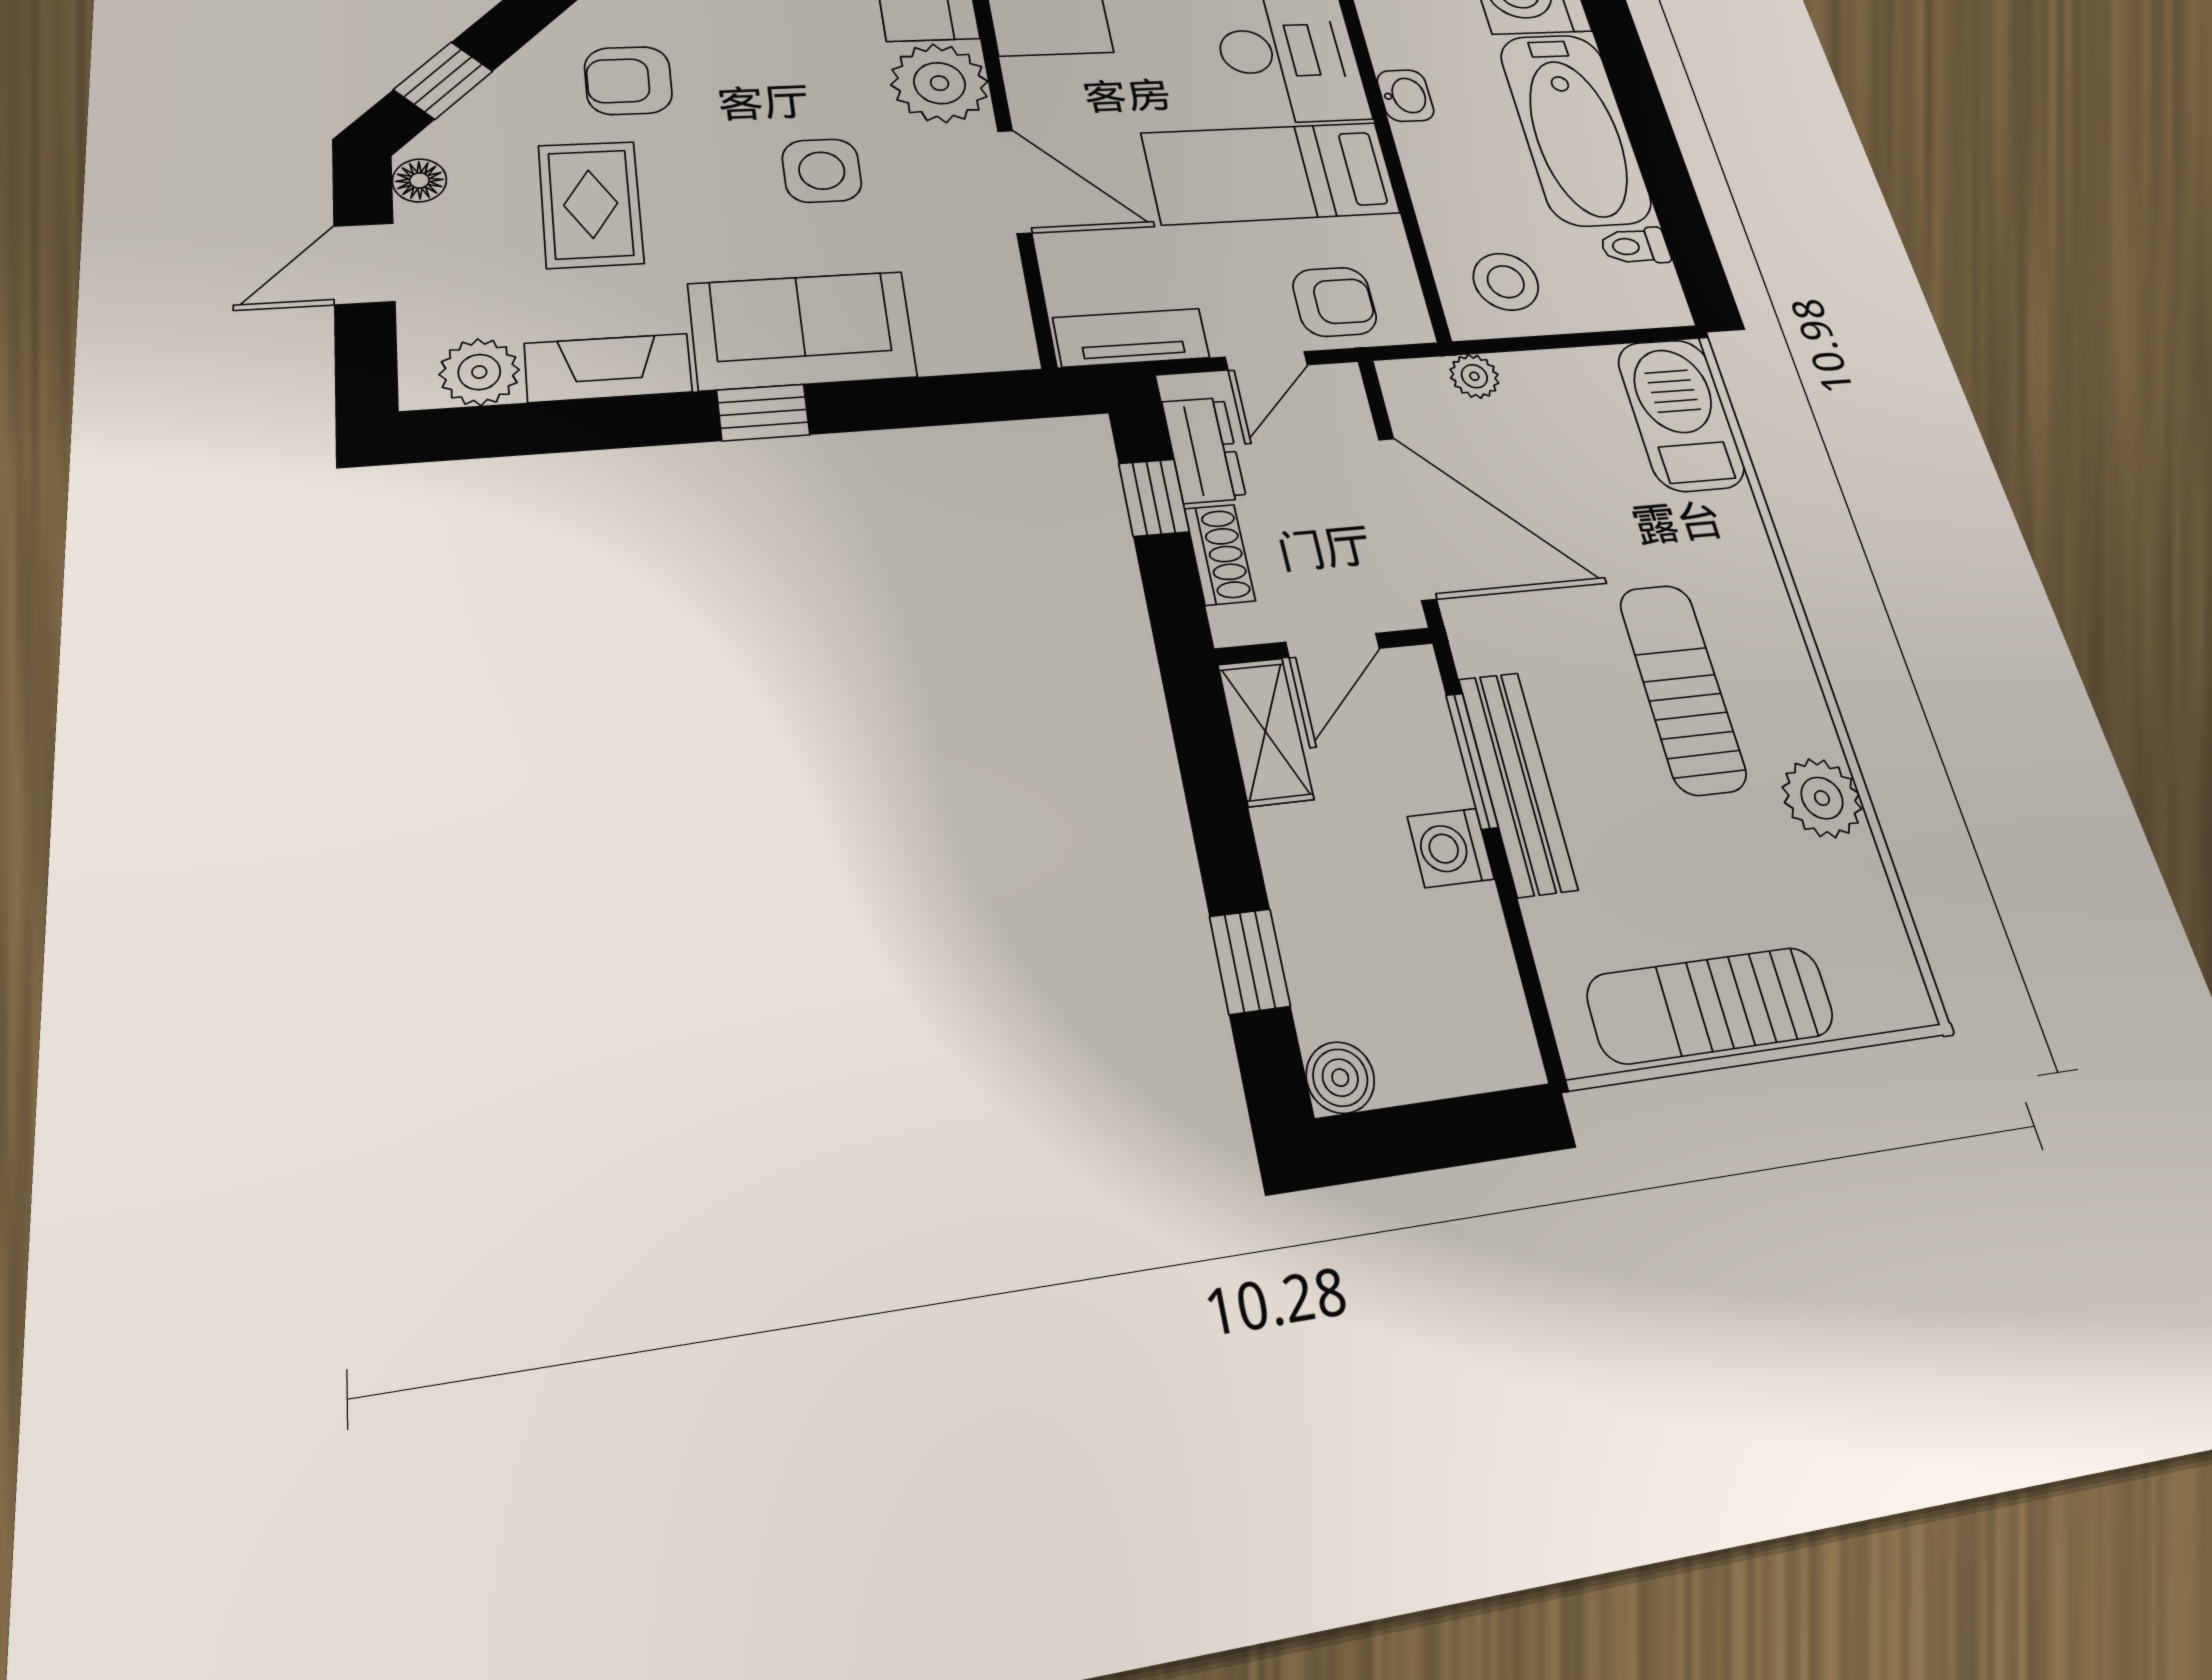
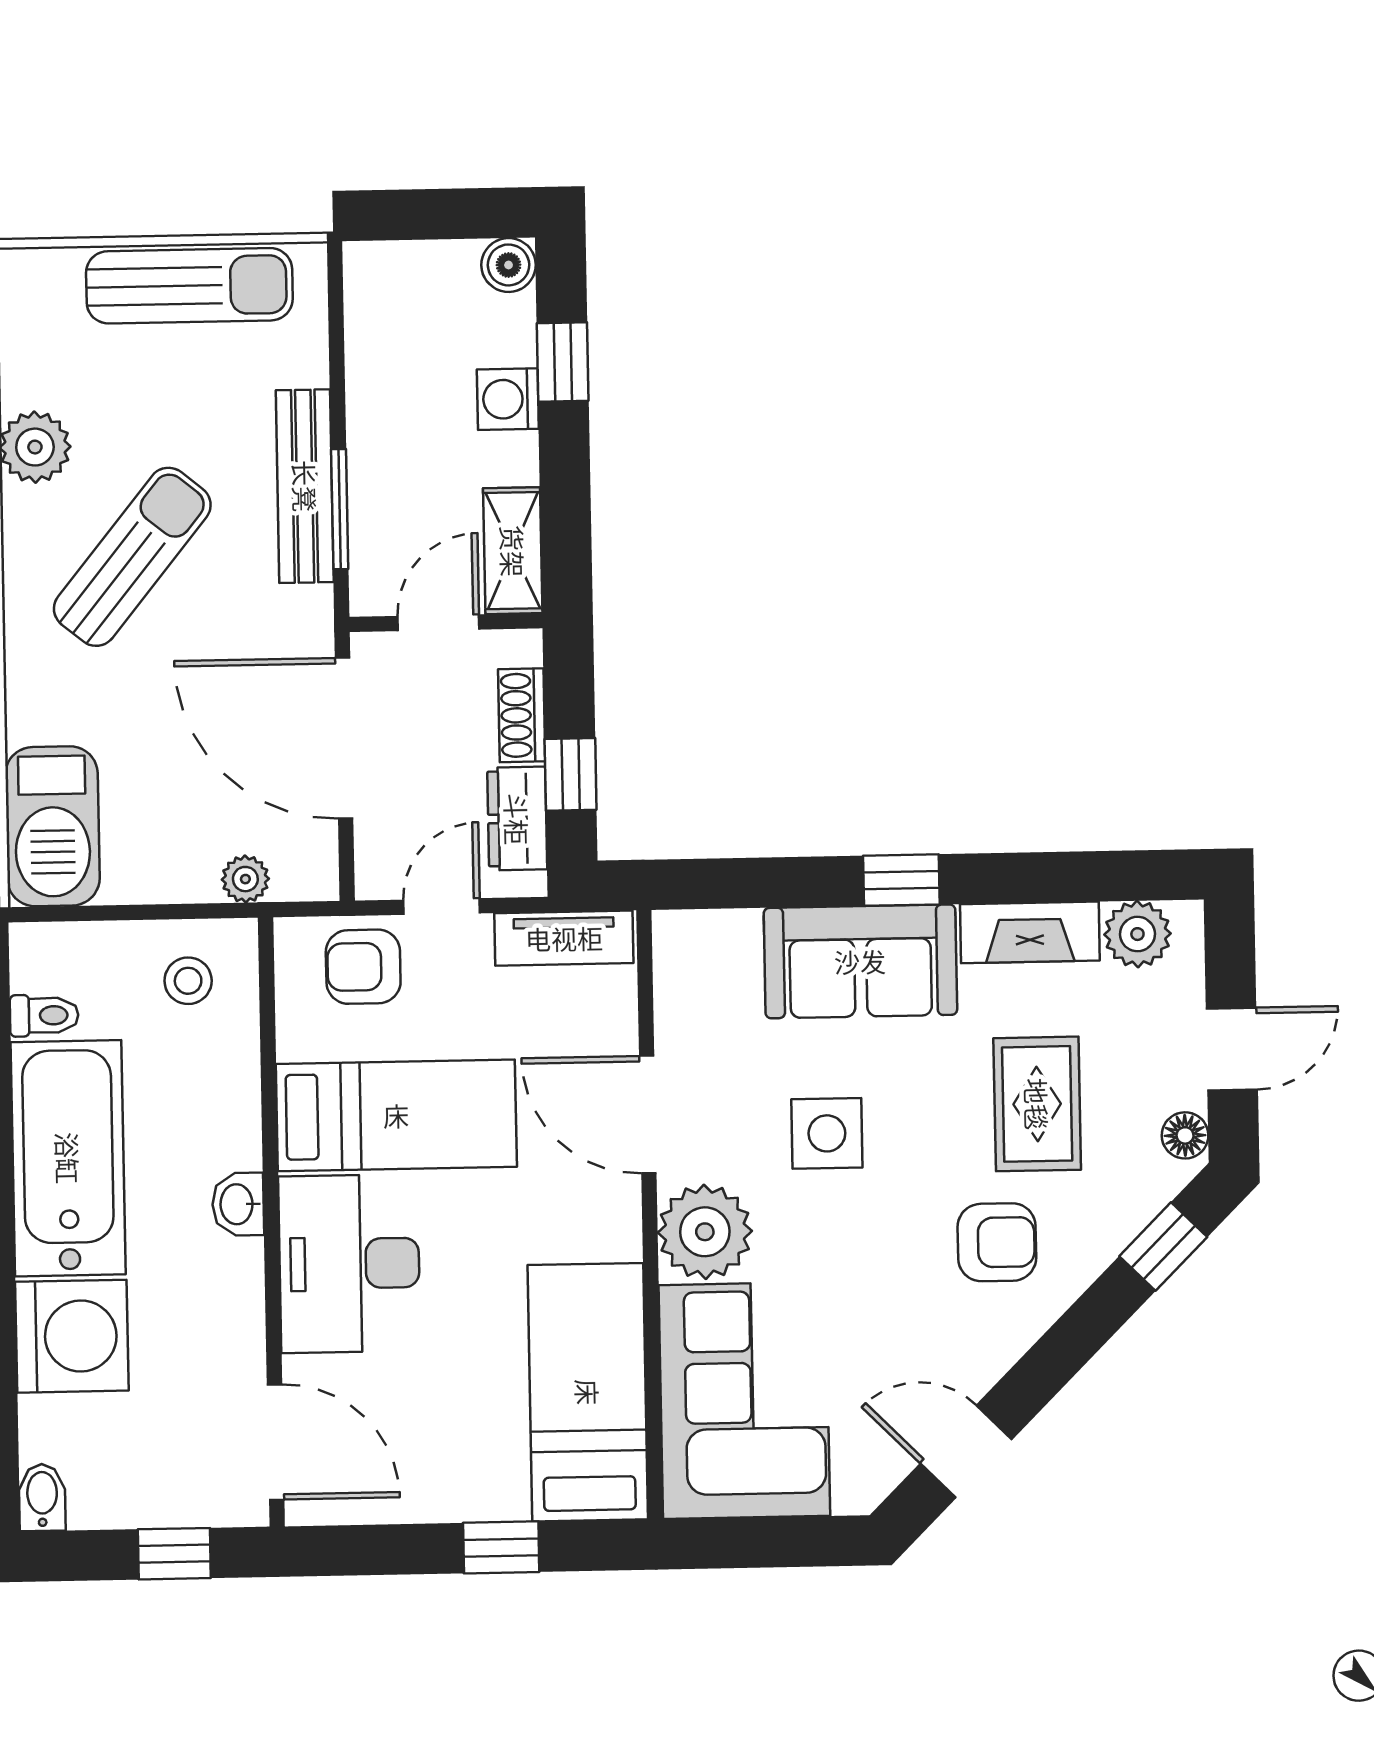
stool: (1506, 282) -> (188, 981), width x0.73, depth x0.73
sun lounger: (1682, 688) -> (132, 557), turned -141
washing machine: (1451, 848) -> (508, 399), moved, turned 180

